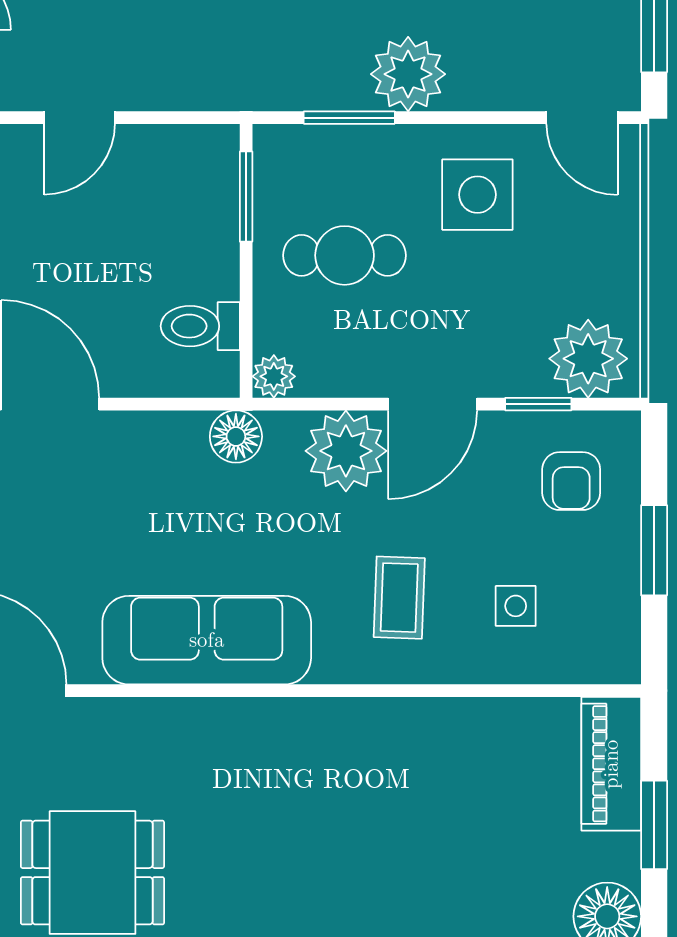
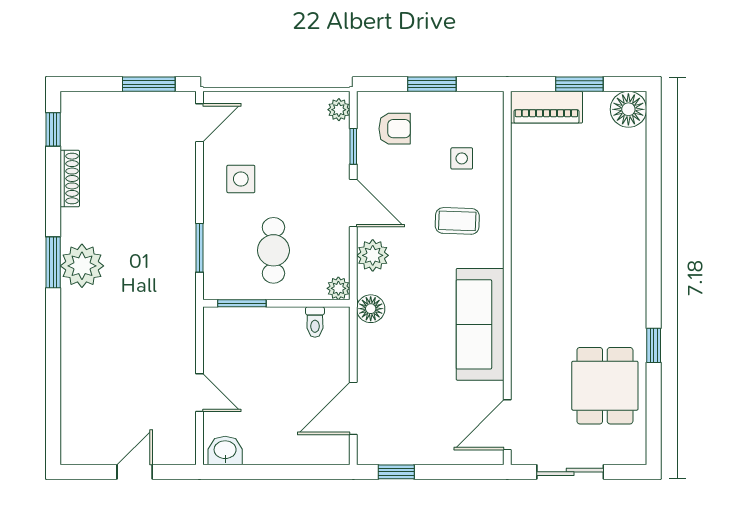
plant: (408, 74) -> (176, 216), removed
side table: (477, 195) -> (241, 179), width x0.73, depth x0.73
toilet: (200, 326) -> (315, 322), width x0.73, depth x0.72
plant: (588, 359) -> (339, 110), width x0.53, depth x0.53
plant: (346, 451) -> (373, 255), width x0.73, depth x0.73

